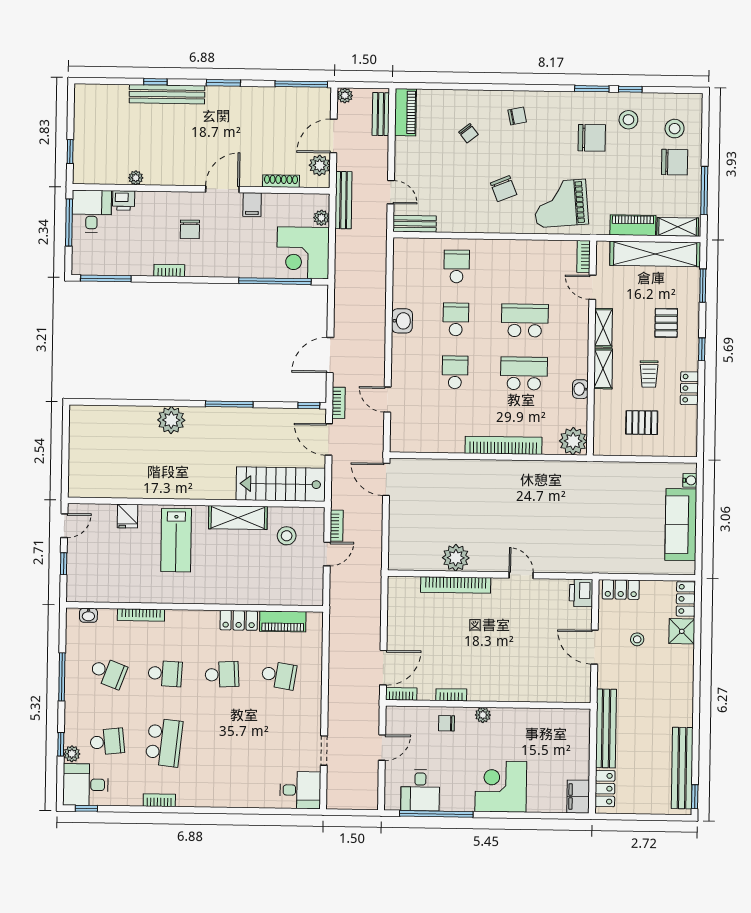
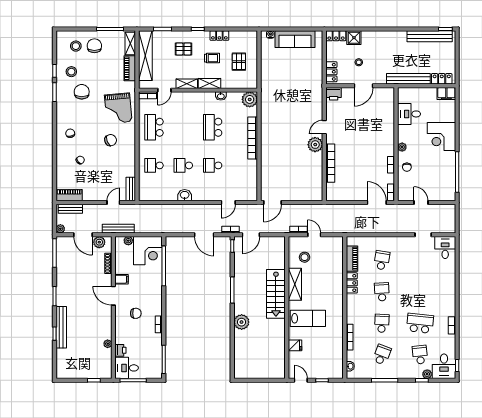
school desk: (525, 320) -> (154, 127), moved
stairs: (281, 484) -> (276, 294), moved
plant: (456, 558) -> (315, 145), moved
desk: (420, 790) -> (409, 114), moved, turned 180

